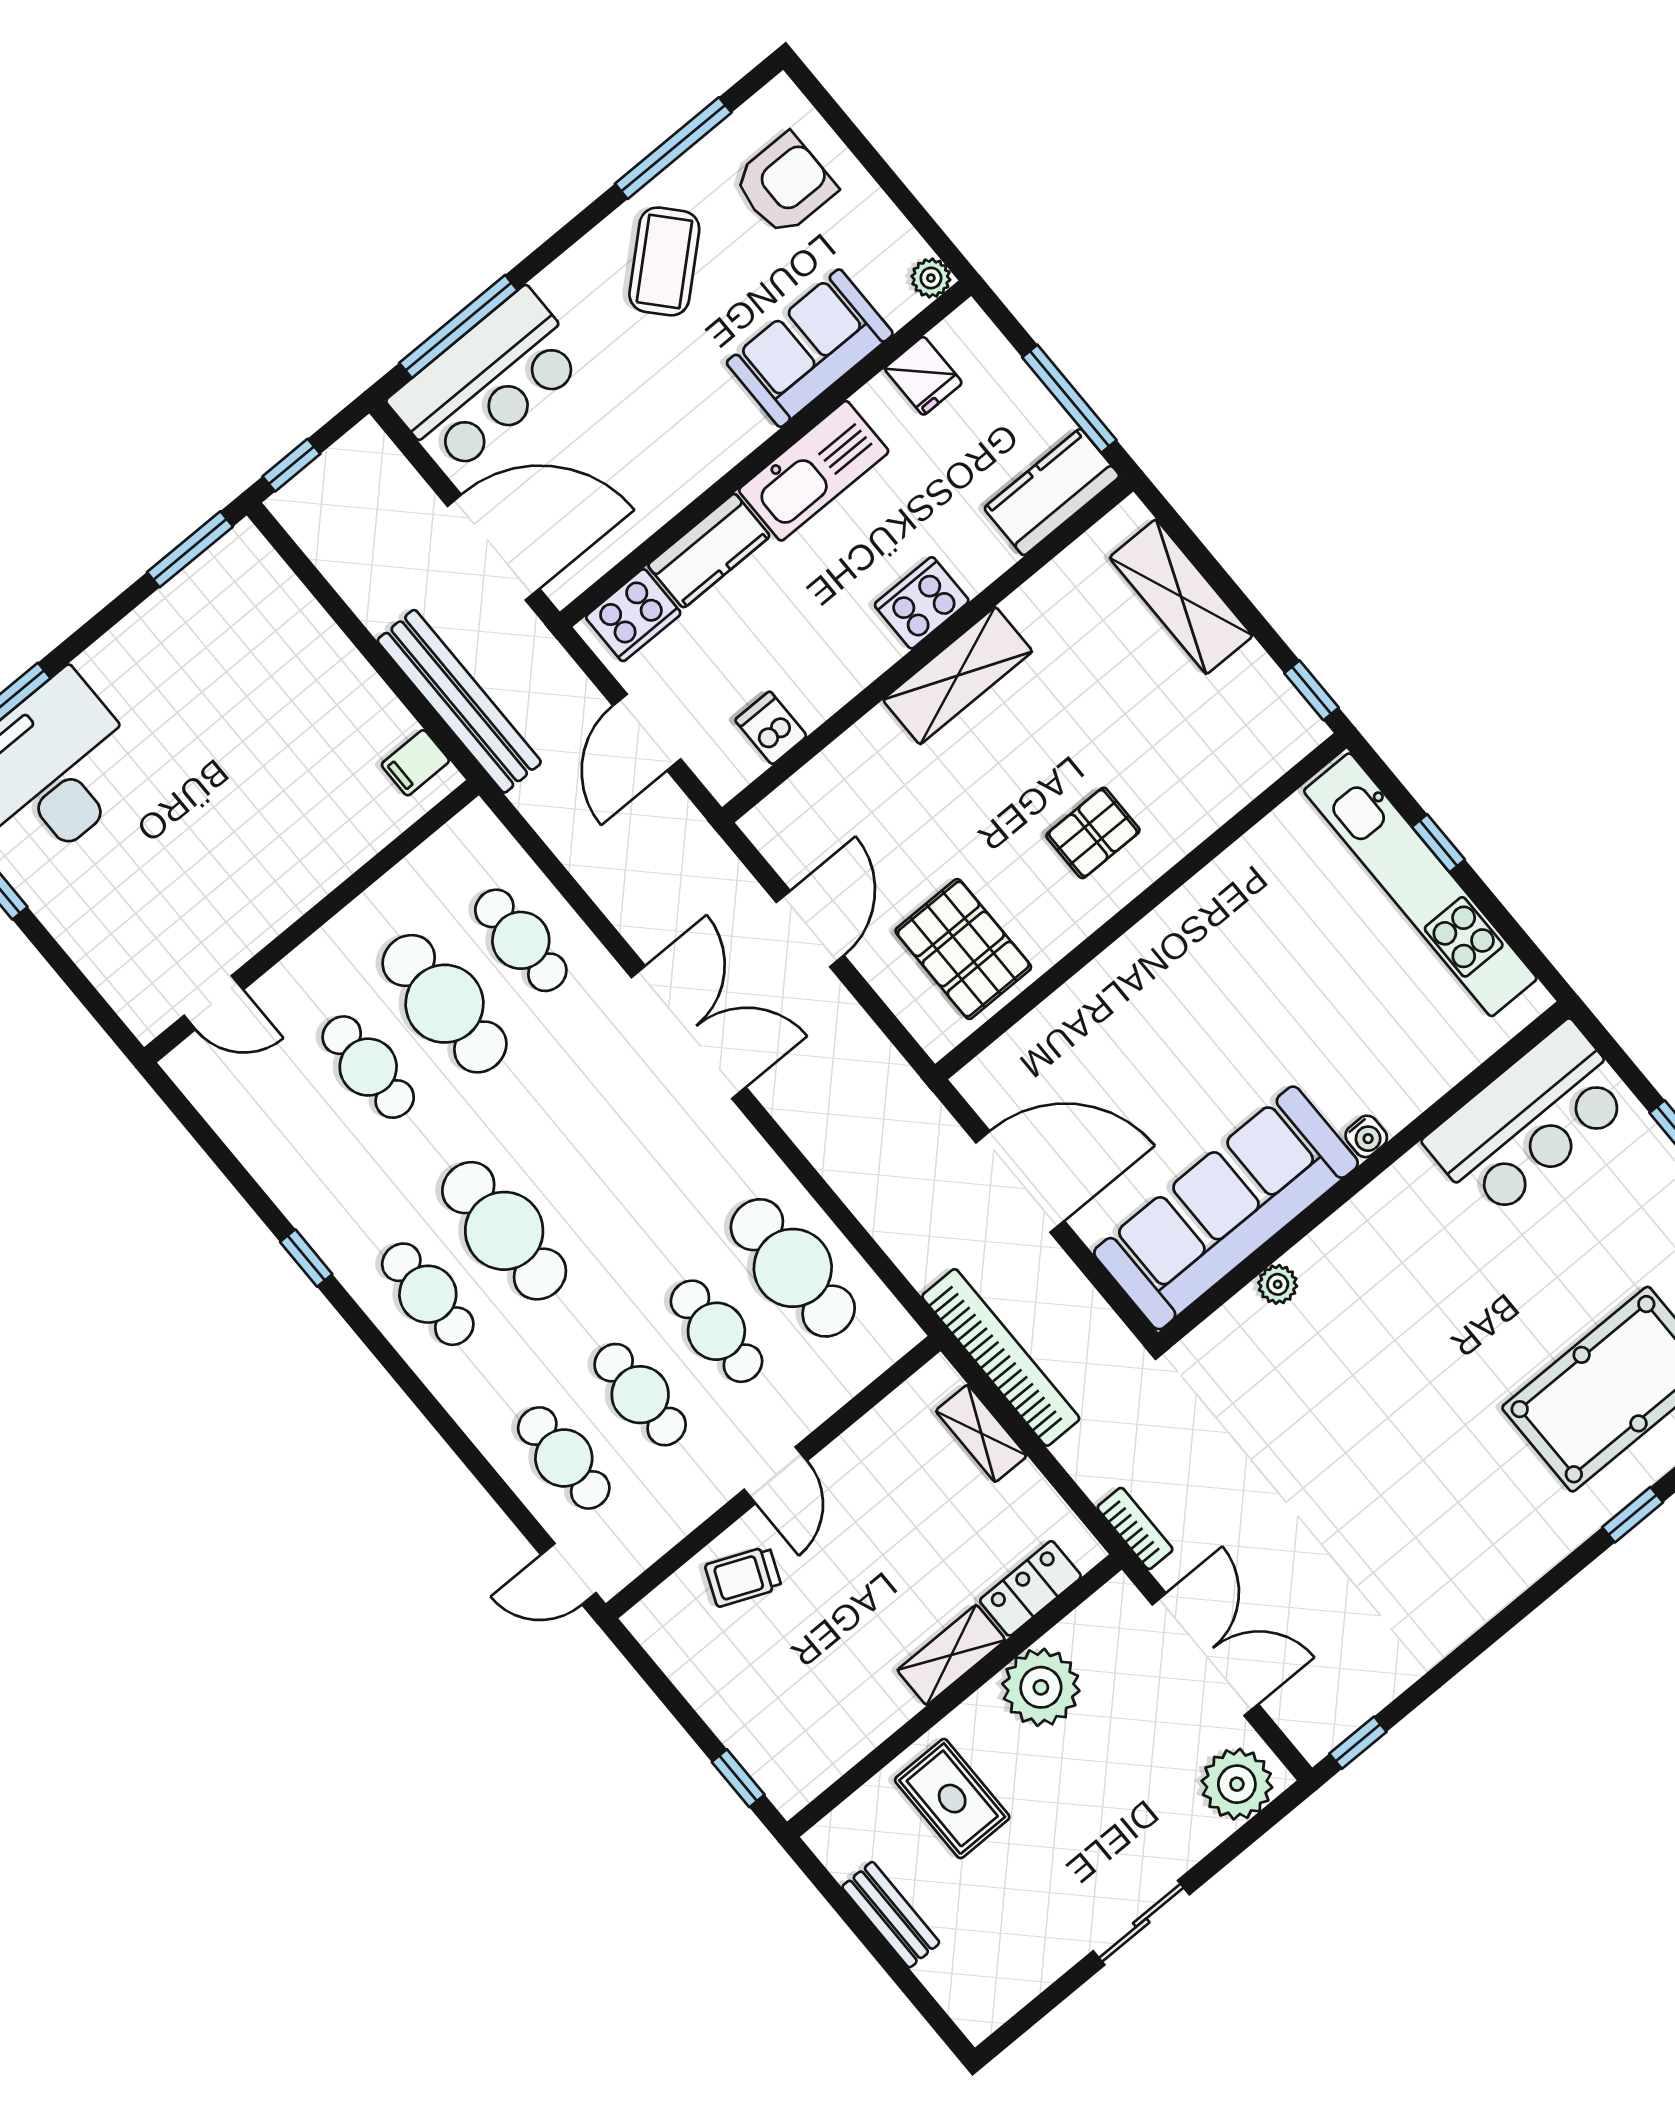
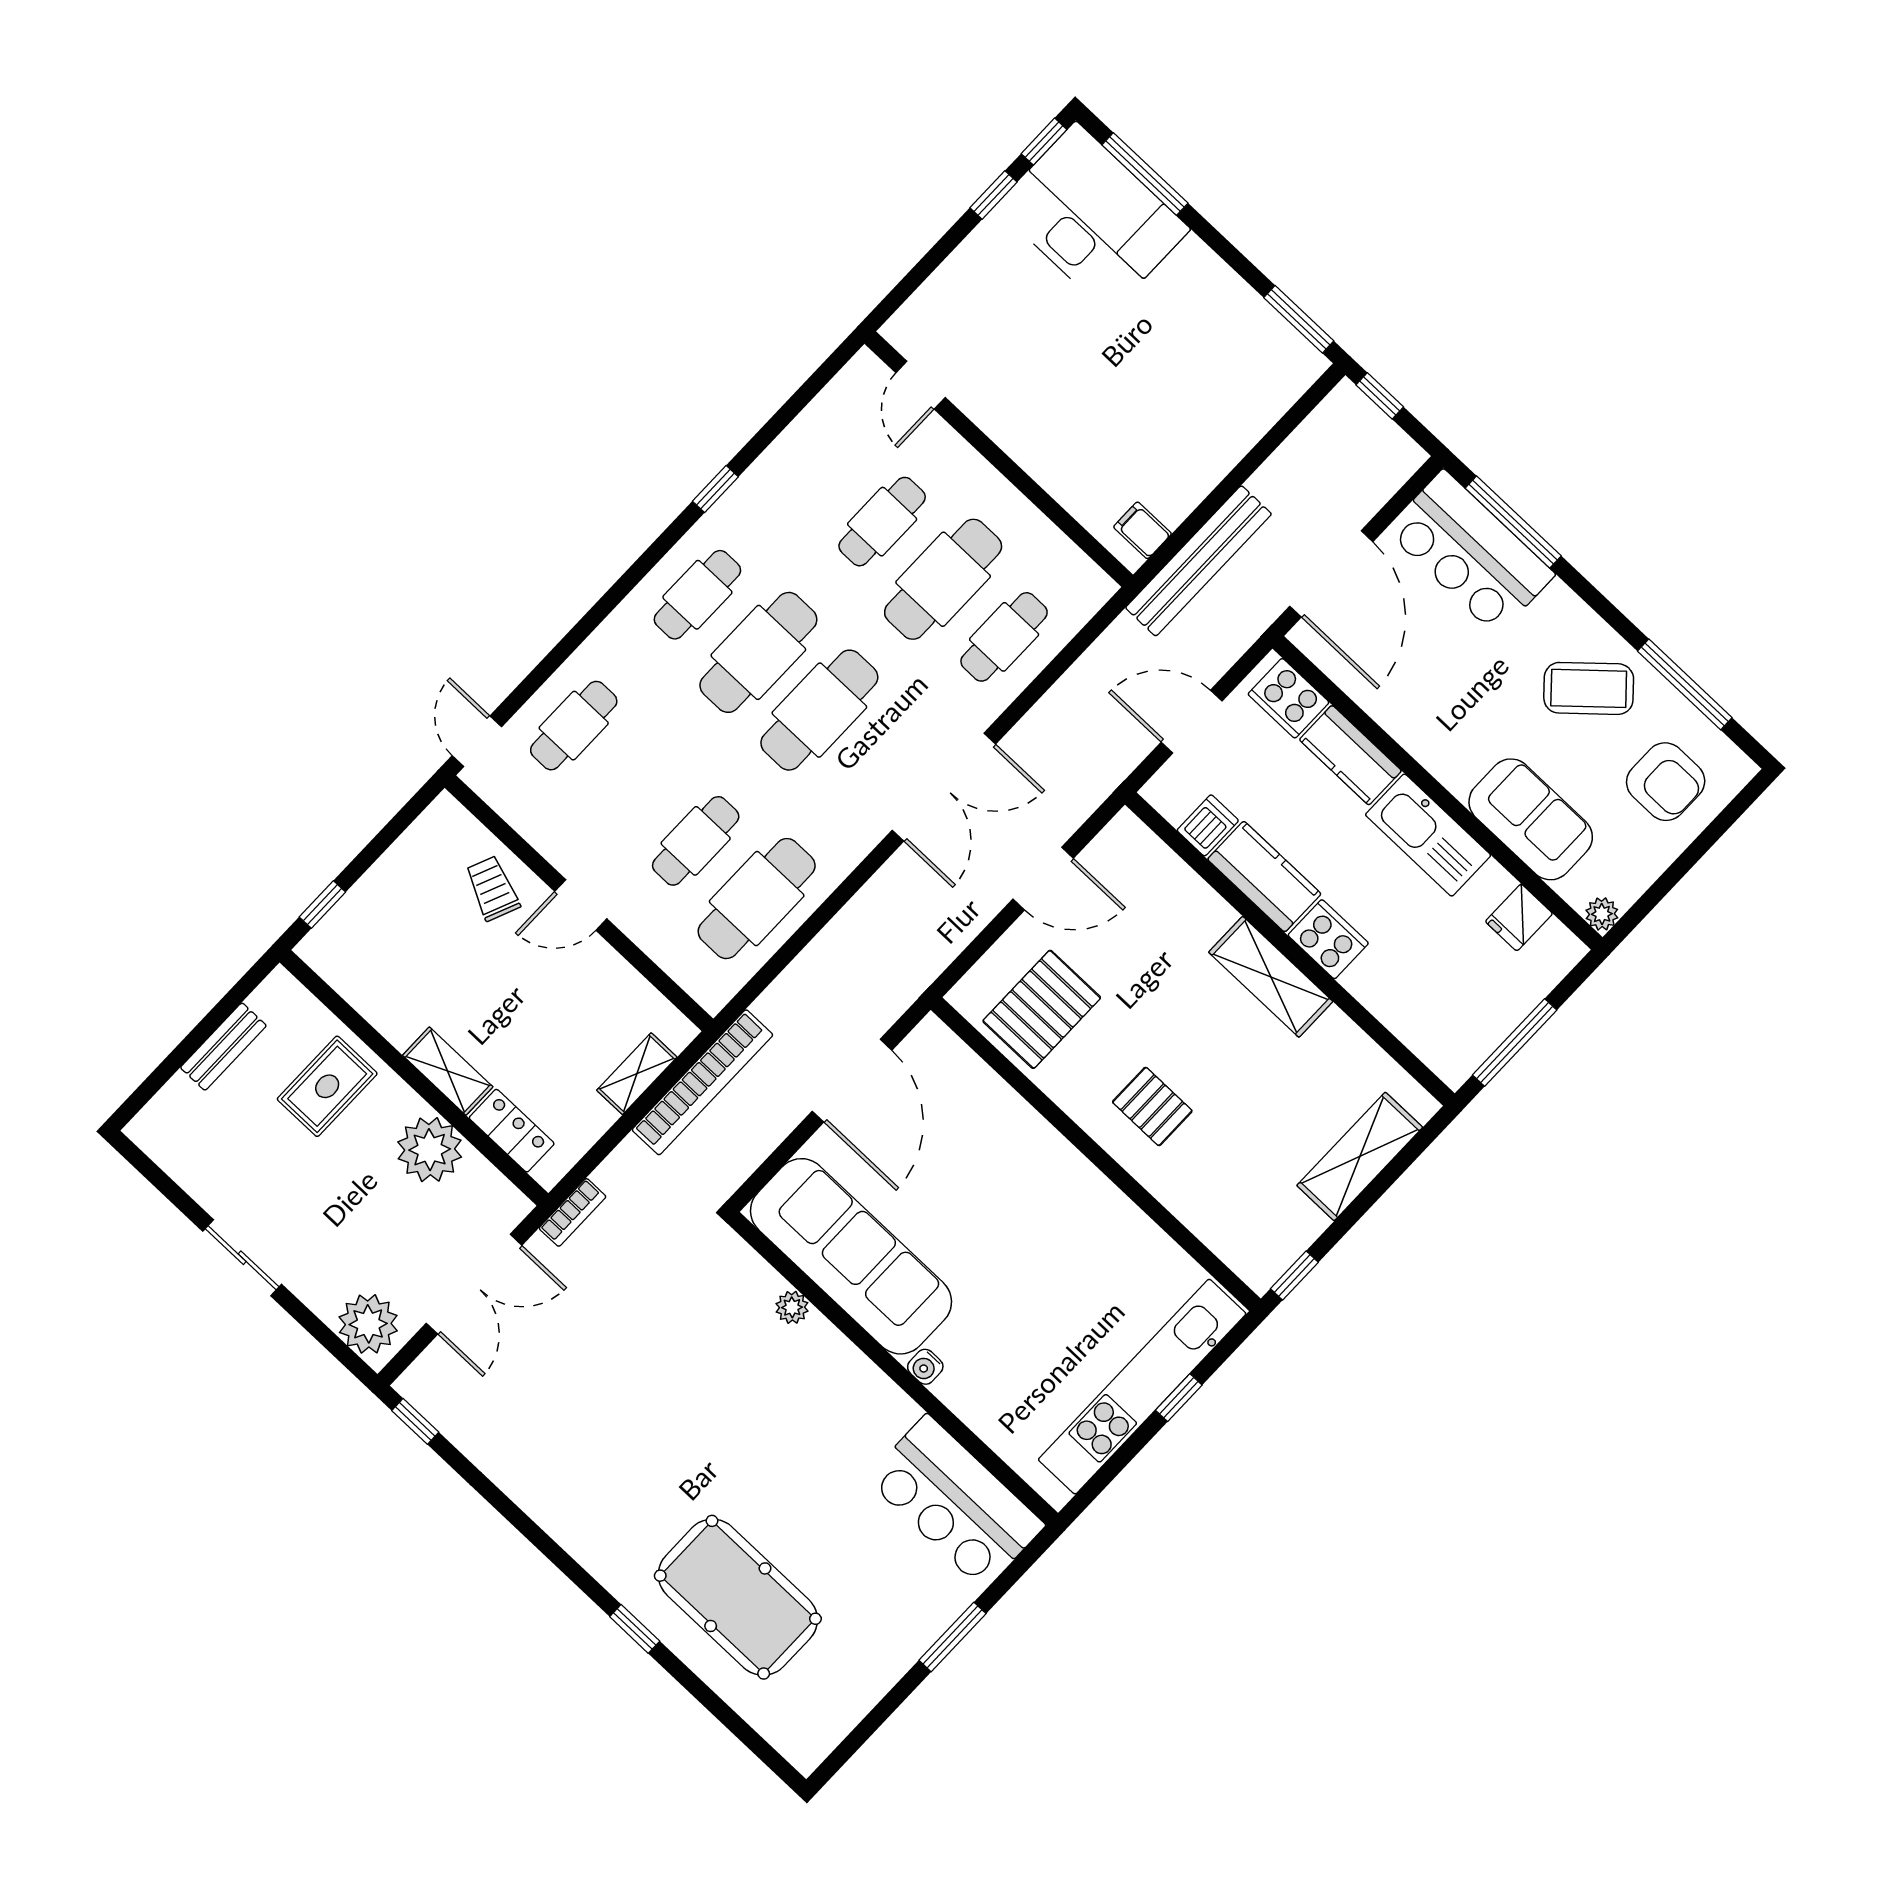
kitchen counter: (1052, 492) -> (1264, 877), moved
cafe table: (640, 1395) -> (819, 710), moved, width x1.37, depth x1.35

